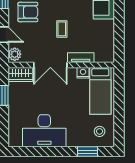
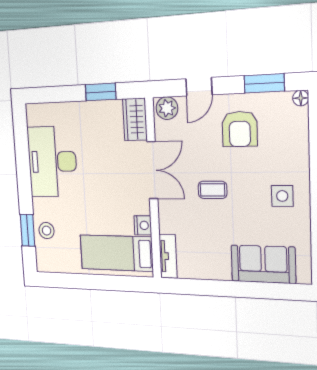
tv unit: (81, 58) -> (168, 256), moved
double door: (50, 65) -> (152, 170), swing flipped
stool: (100, 131) -> (47, 231), moved

